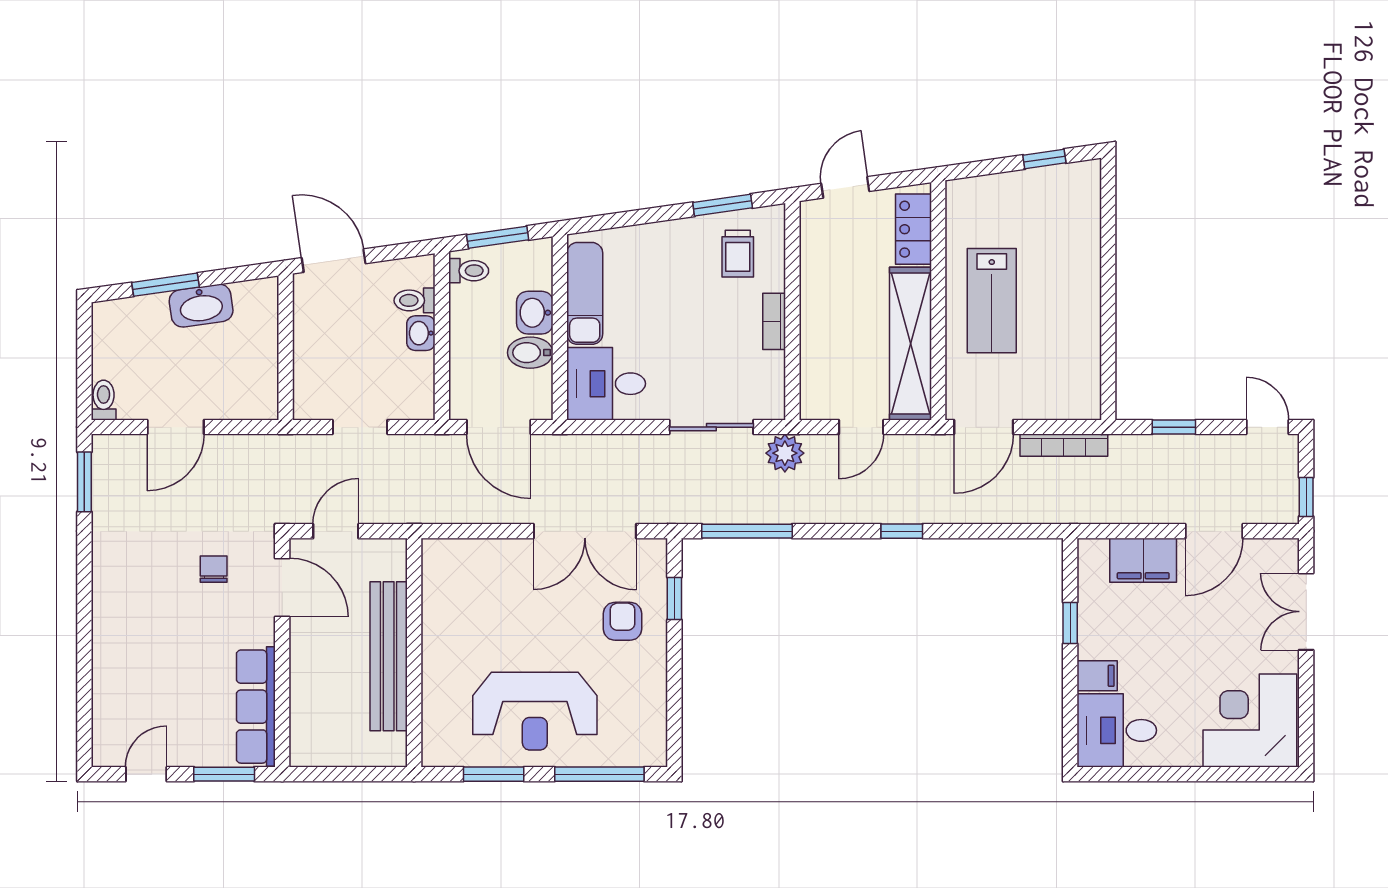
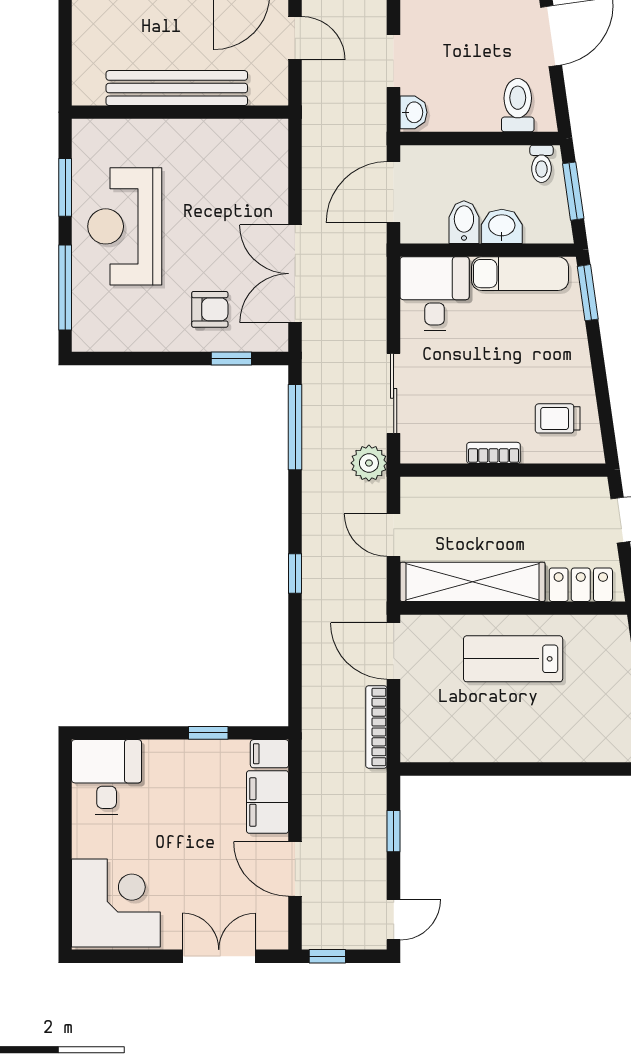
window: (723, 205) -> (588, 293), moved
toilet: (415, 300) -> (518, 105), width x1.37, depth x1.39
washbasin: (421, 333) -> (413, 112), moved, turned 90
filing cabinet: (1097, 676) -> (269, 754), moved, turned 90

